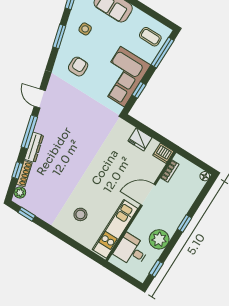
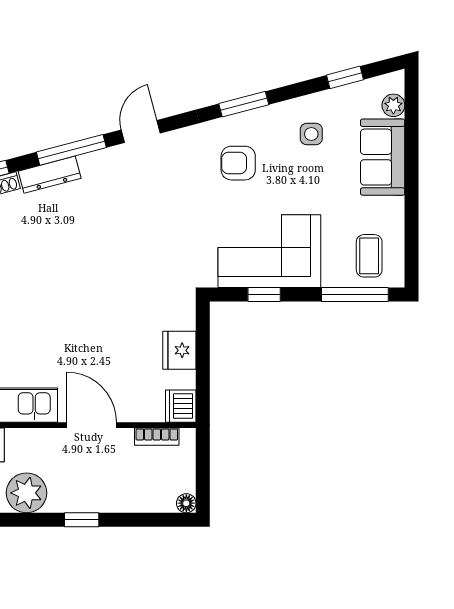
window: (59, 36) -> (244, 104), moved
armchair: (78, 67) -> (238, 163), turned 180

